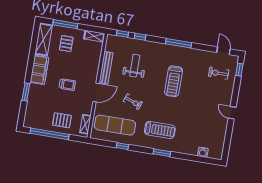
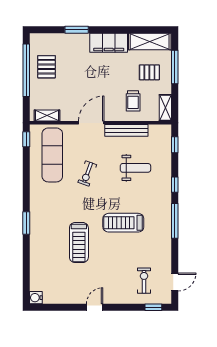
window: (140, 37) -> (175, 185), moved
trolley: (67, 85) -> (133, 101), moved
door: (96, 93) -> (91, 123), swing flipped
pallet: (62, 120) -> (47, 67), moved
treadmill: (160, 130) -> (79, 243), moved
window: (122, 146) -> (26, 139), moved
water cooler: (203, 152) -> (36, 298), moved

